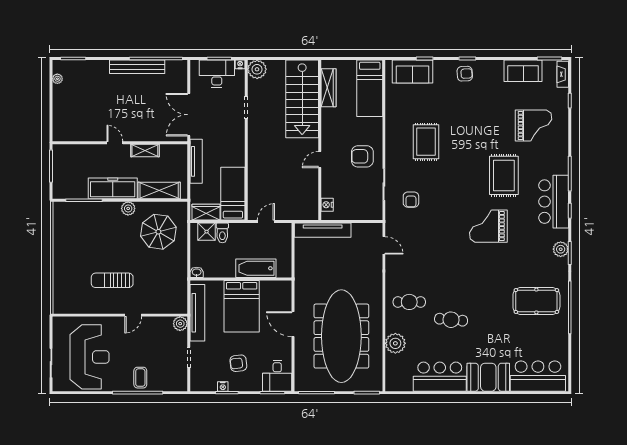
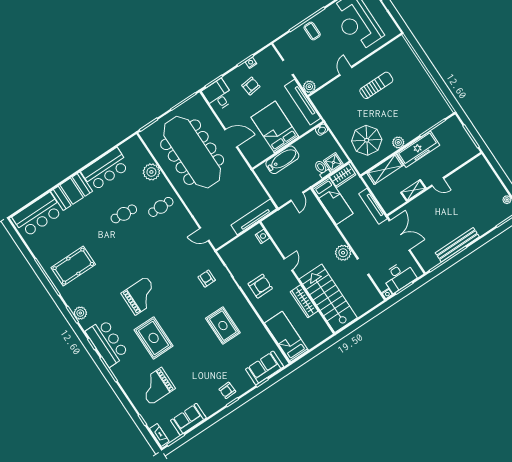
plant: (257, 69) -> (343, 253), moved
wardrobe: (328, 88) -> (304, 301), moved

